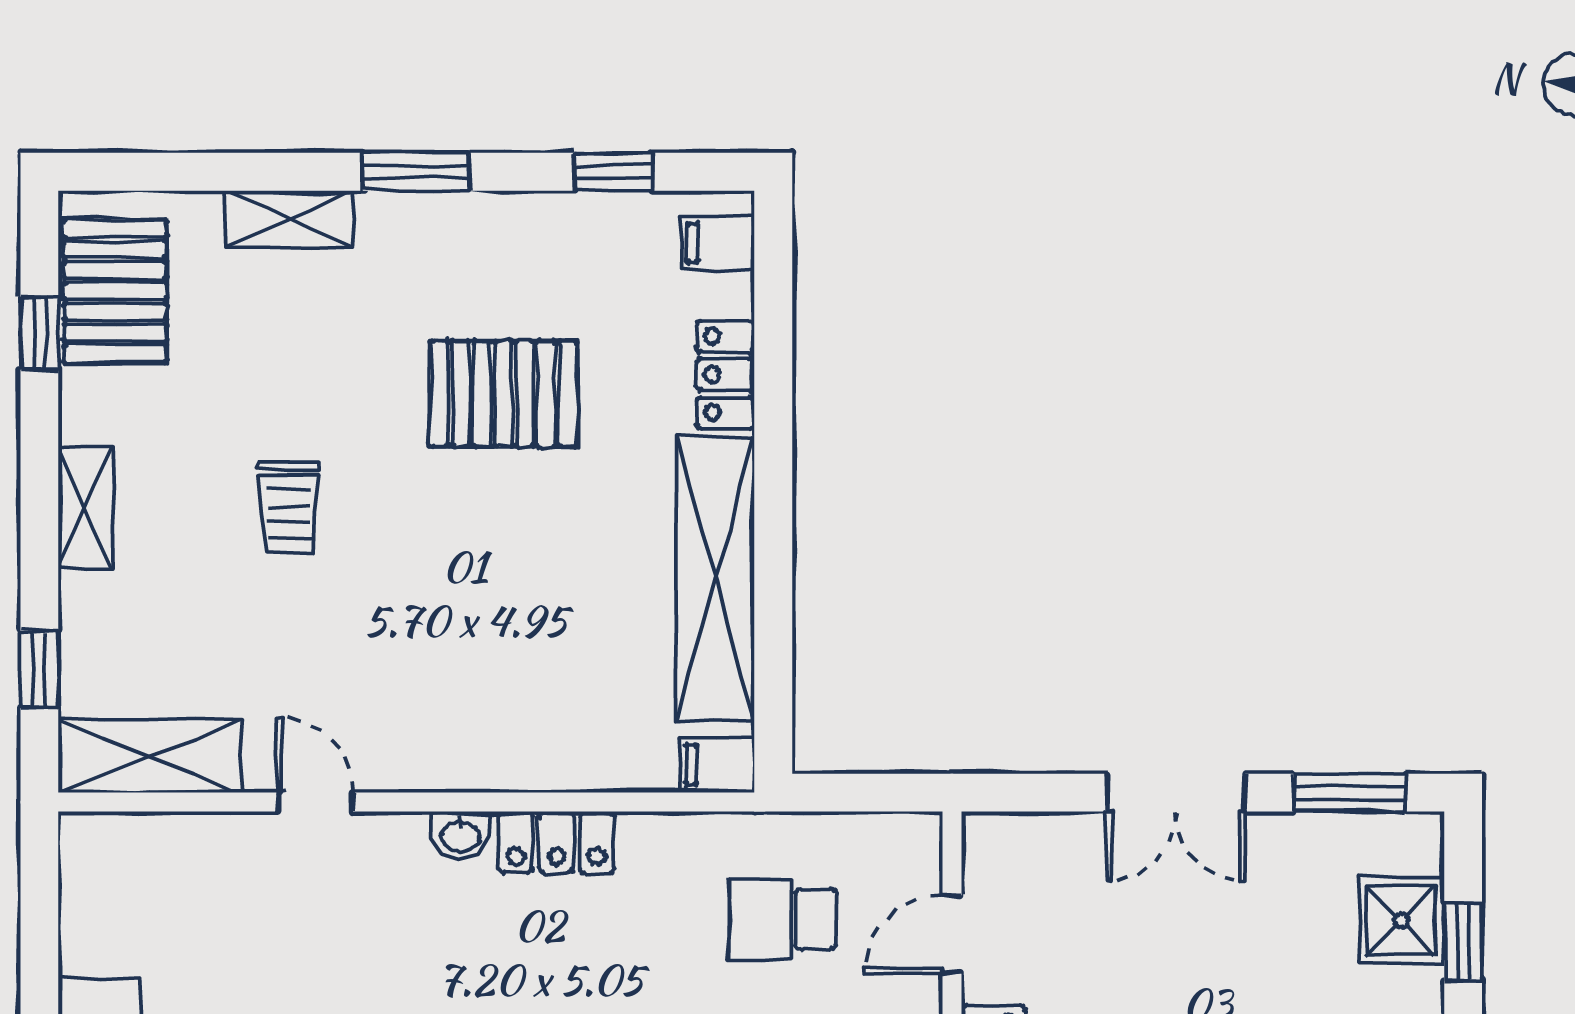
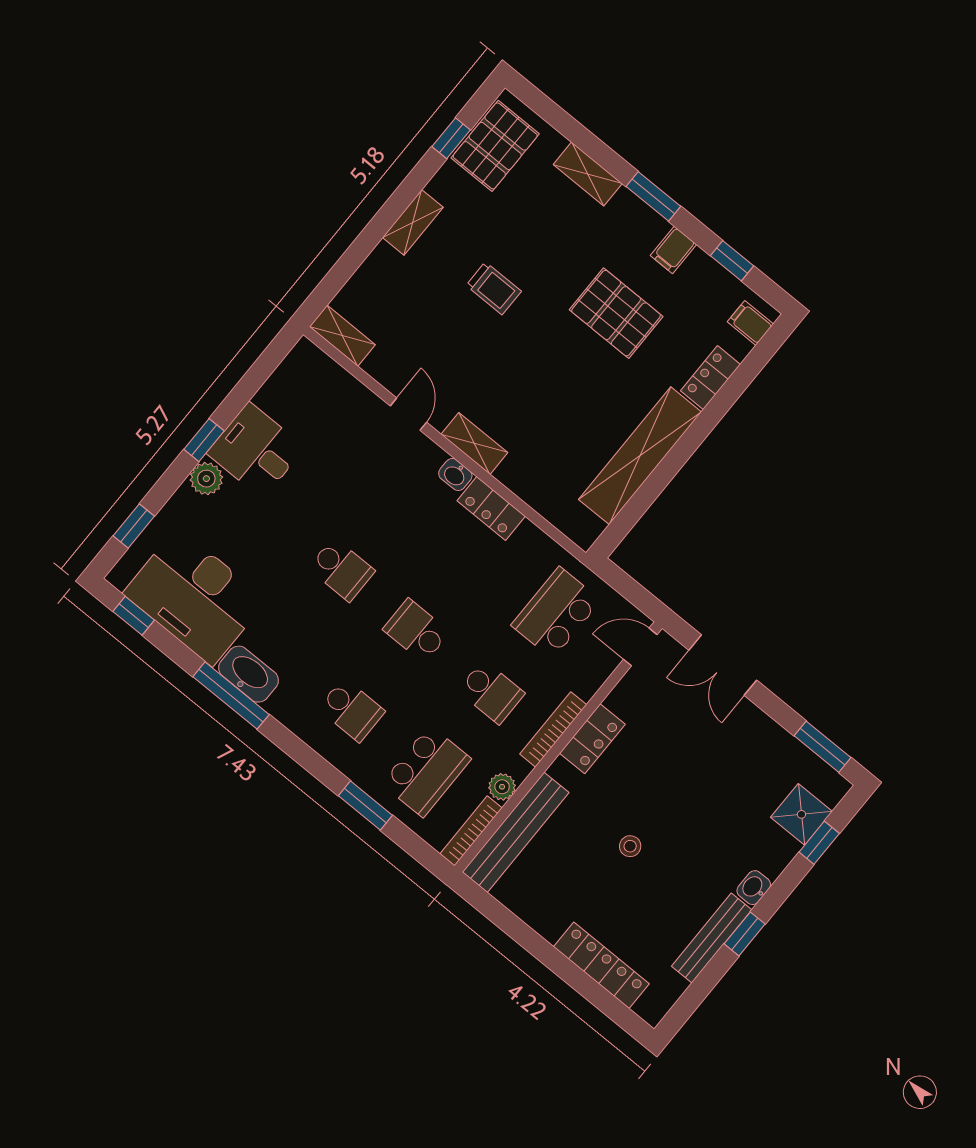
trolley: (289, 507) -> (494, 288), turned -90
window: (39, 669) -> (342, 272), removed
shelving: (149, 756) -> (342, 336), width x0.67, depth x0.75
shelving: (451, 765) -> (474, 443), added
filing cabinet: (717, 765) -> (673, 250), moved, turned -90
double door: (1176, 793) -> (723, 665), moved
school desk: (783, 919) -> (556, 613), width x1.85
door: (952, 934) -> (640, 647), moved

